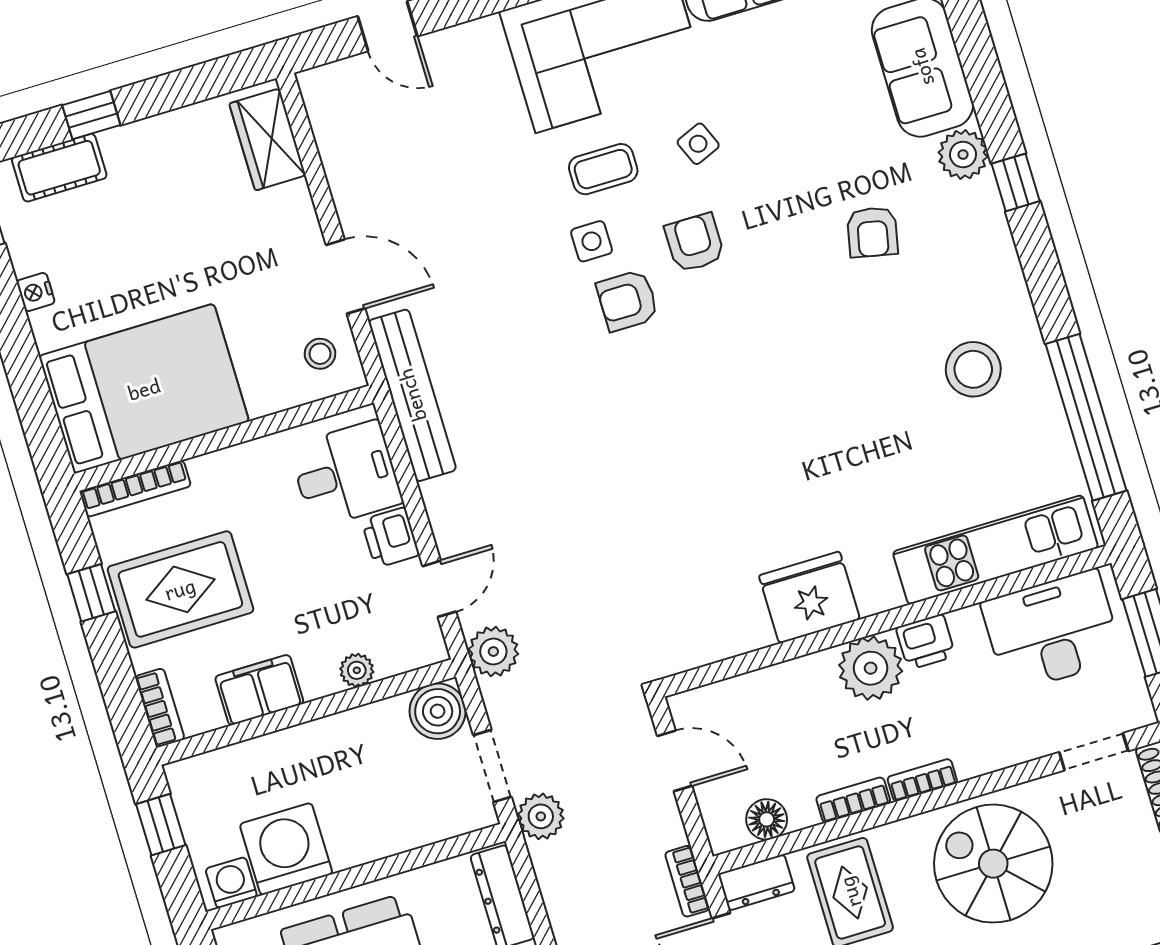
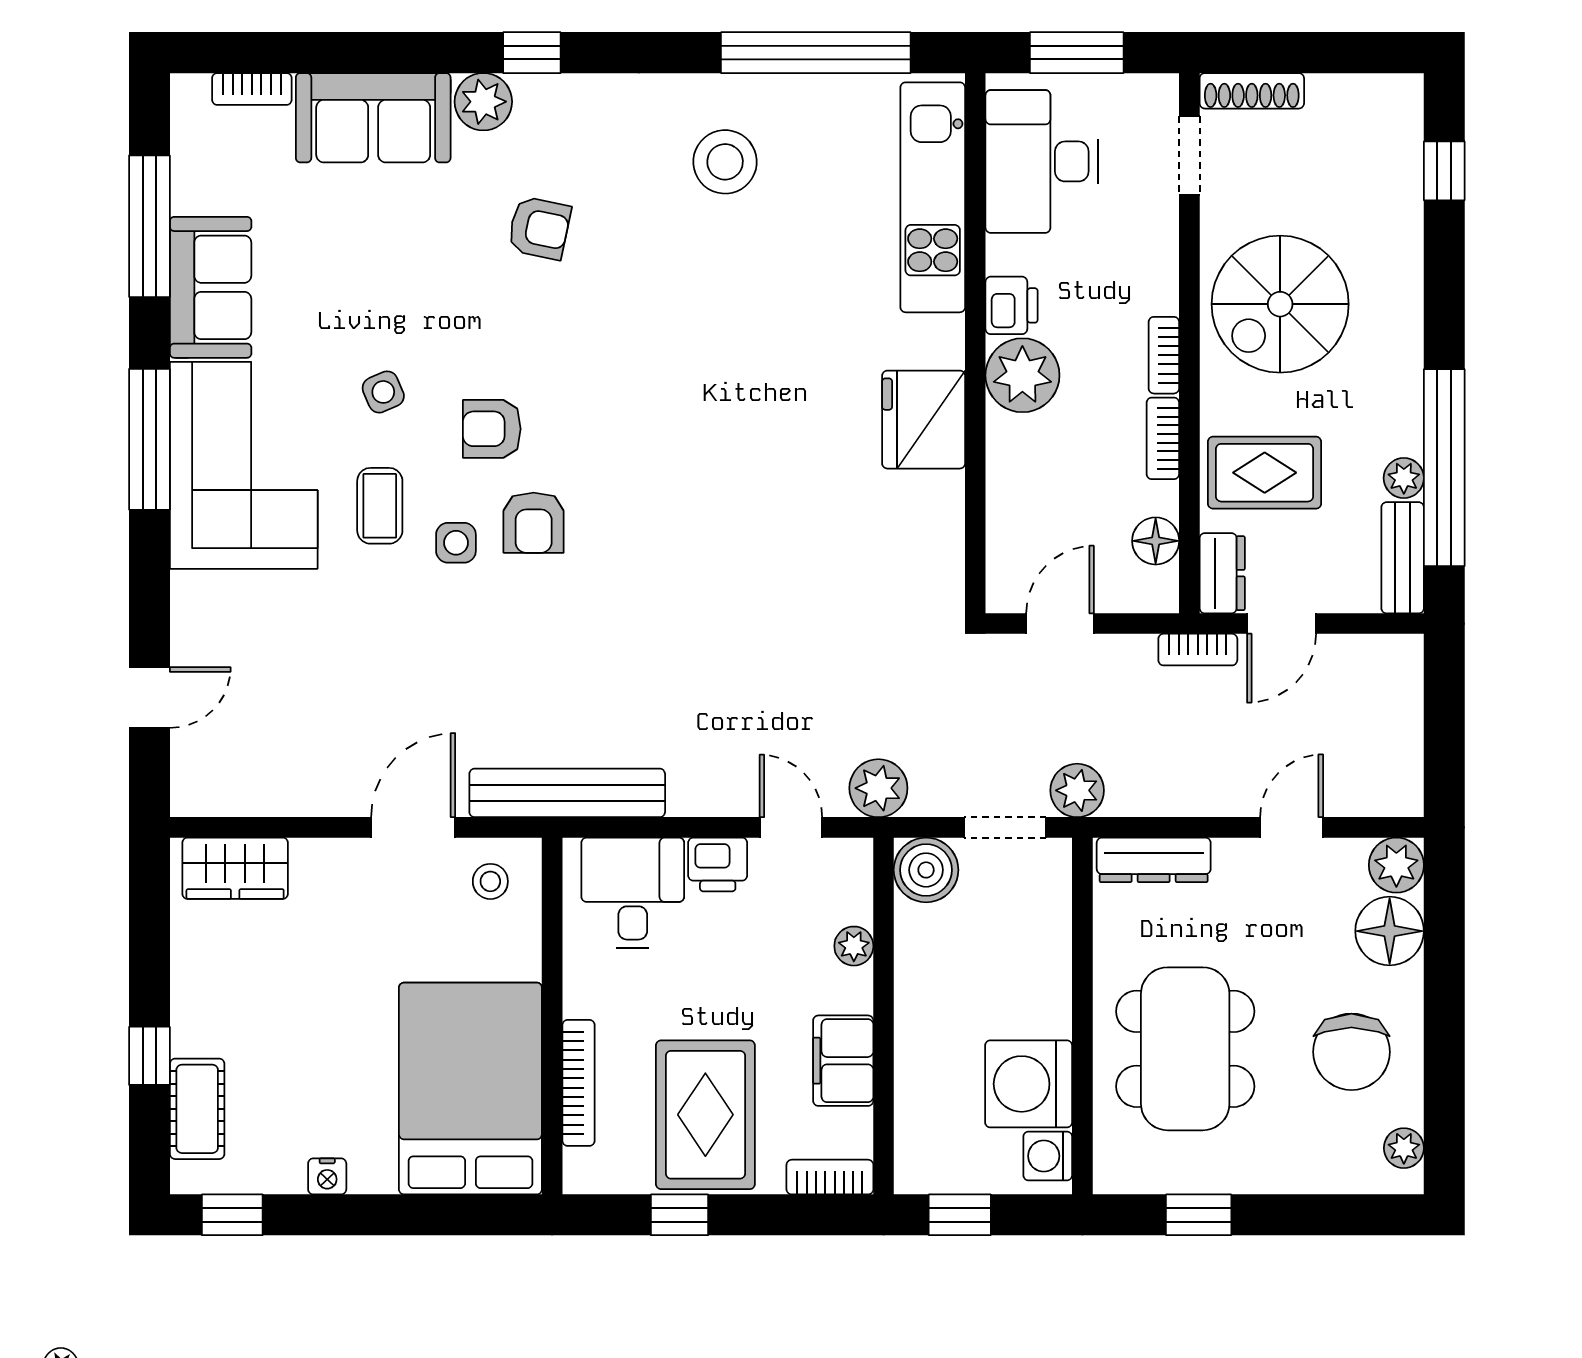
bookcase: (135, 489) -> (579, 1083), moved

